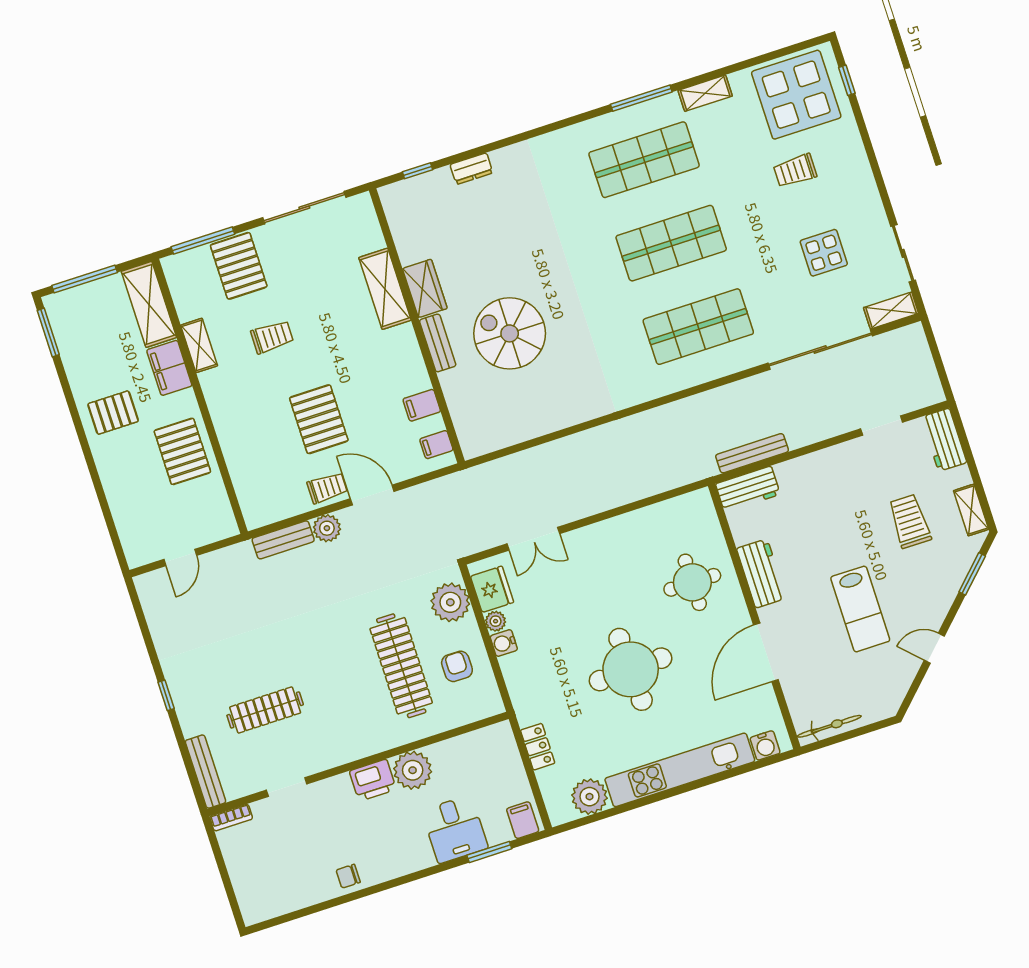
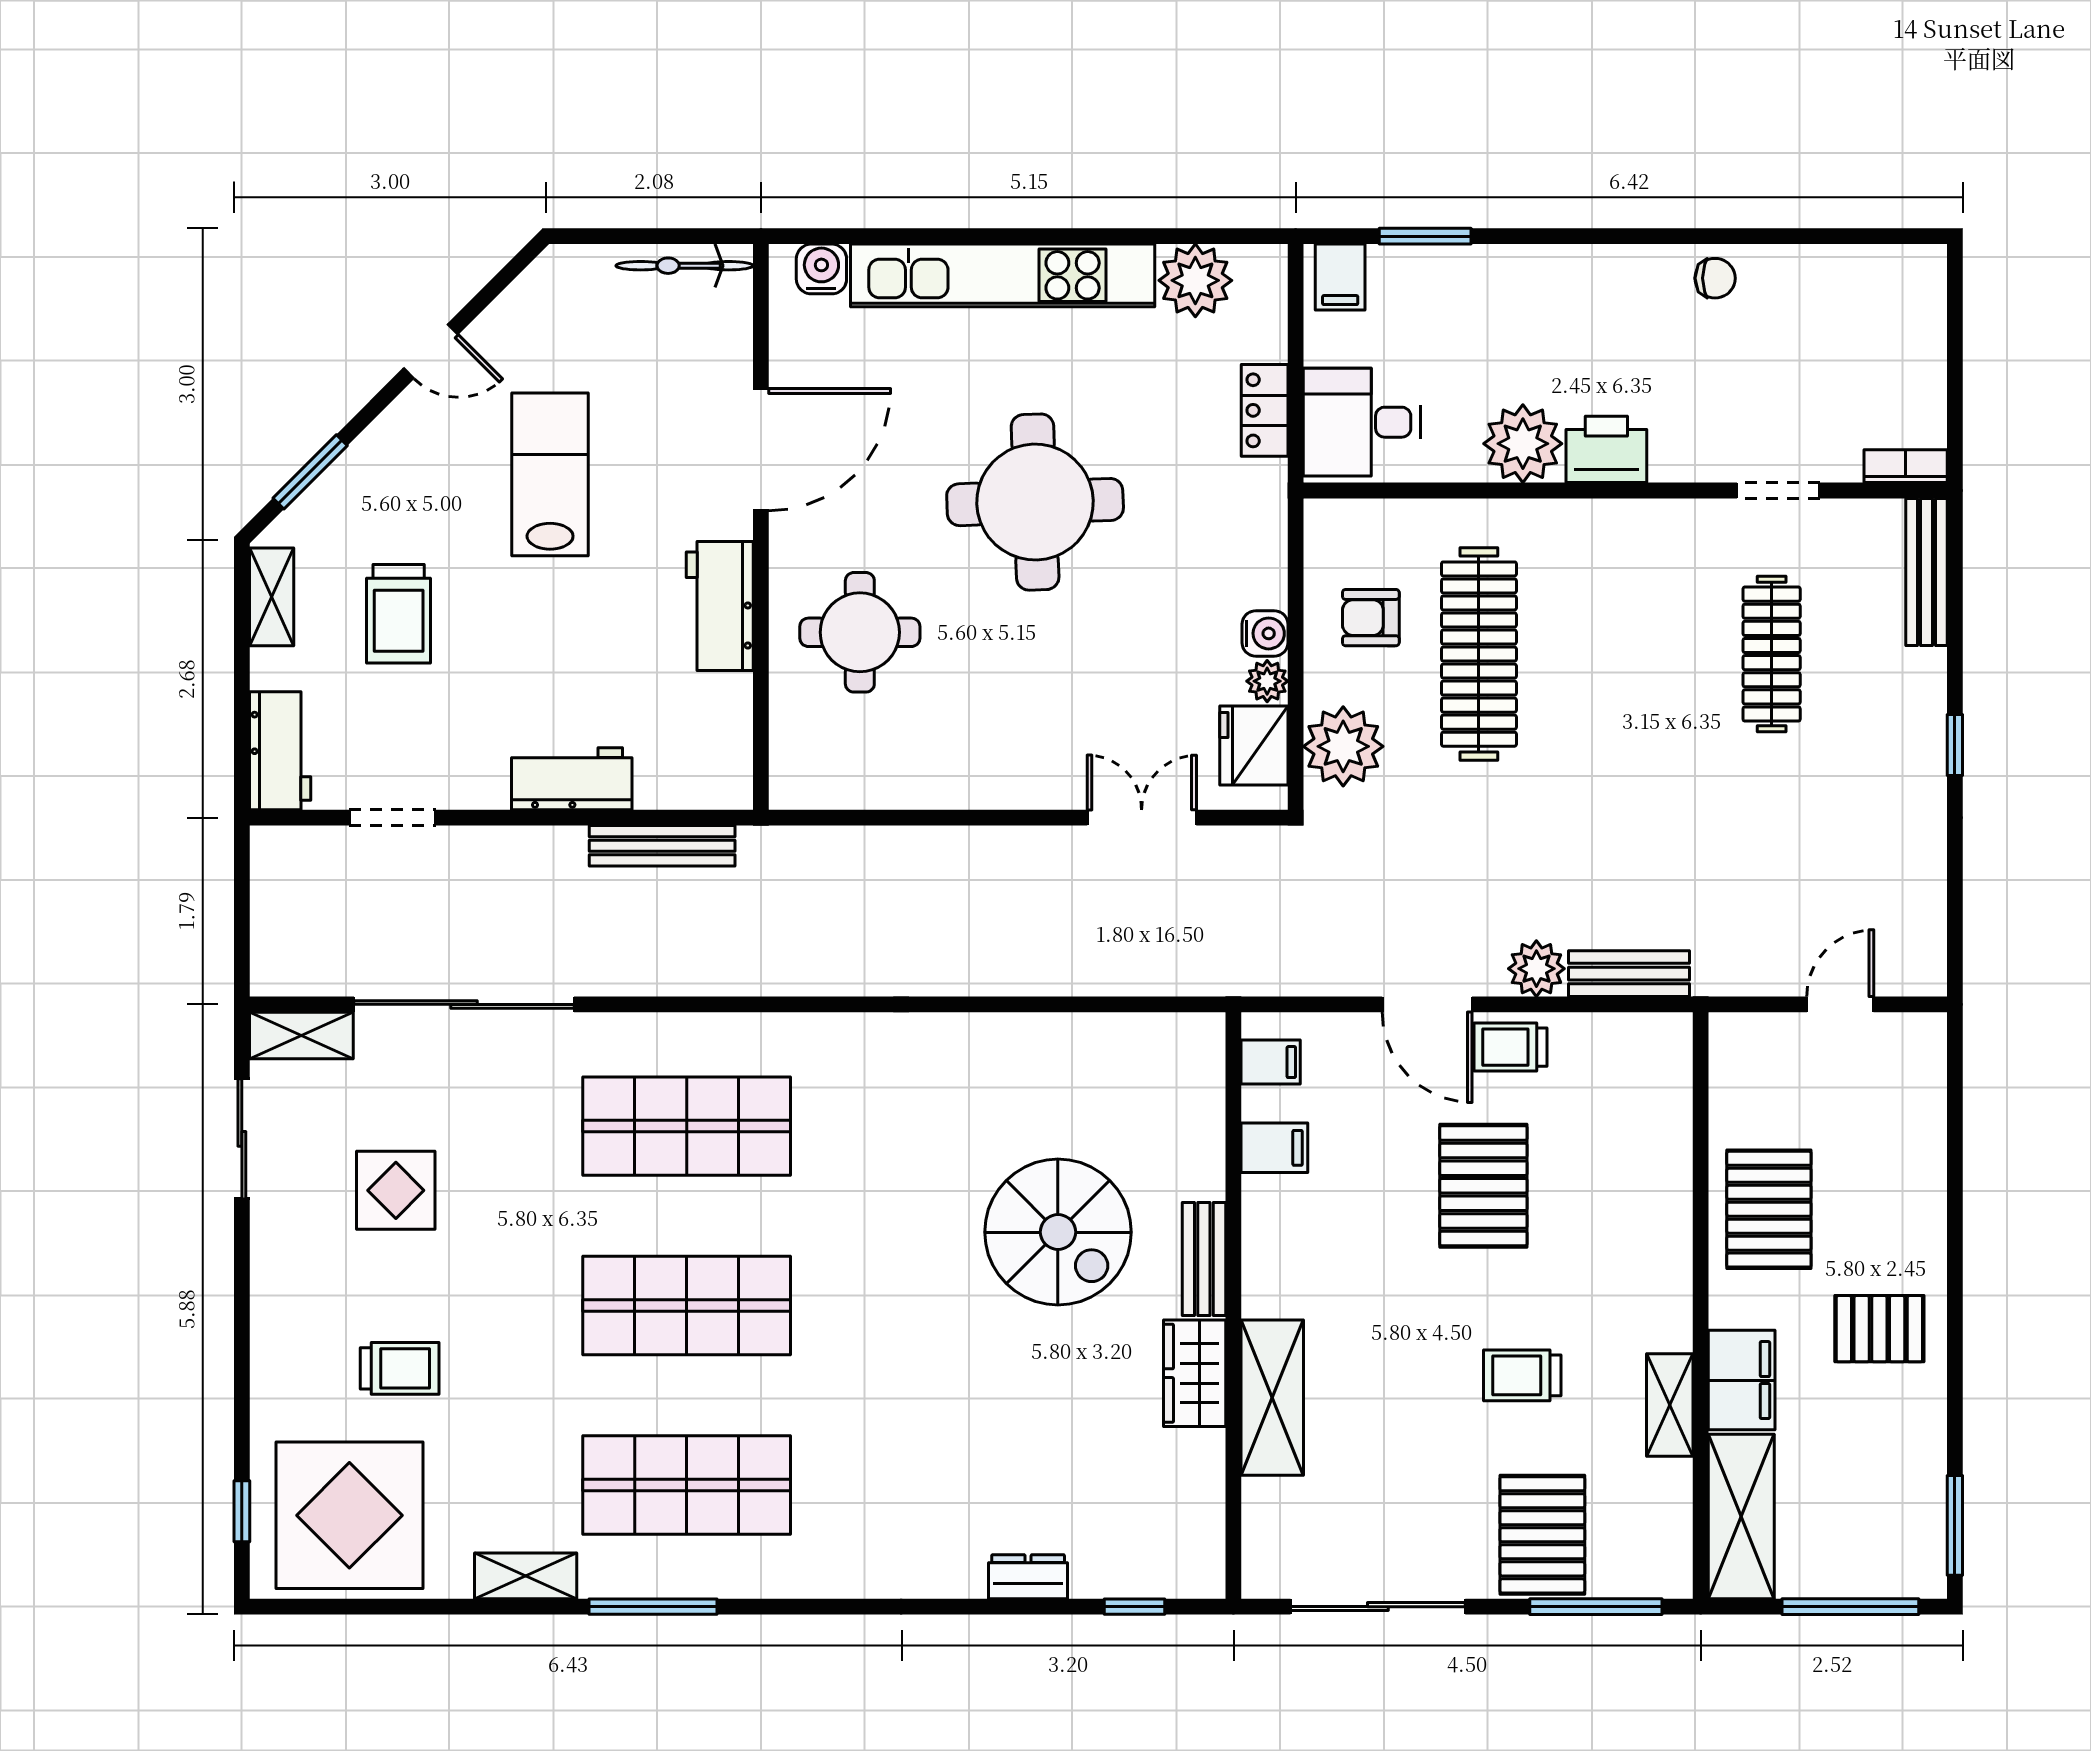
workbench: (748, 489) -> (572, 779), moved
armchair: (457, 666) -> (1371, 618), turned 90
clothes rail: (265, 710) -> (1772, 654), turned 90
desk: (455, 829) -> (1362, 422), moved, turned -90

